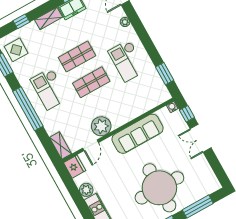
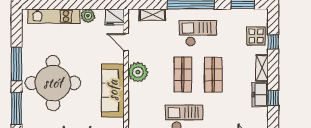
display table: (16, 50) -> (256, 36), moved
plant: (101, 126) -> (138, 72), moved
shelving: (60, 146) -> (152, 15), moved

